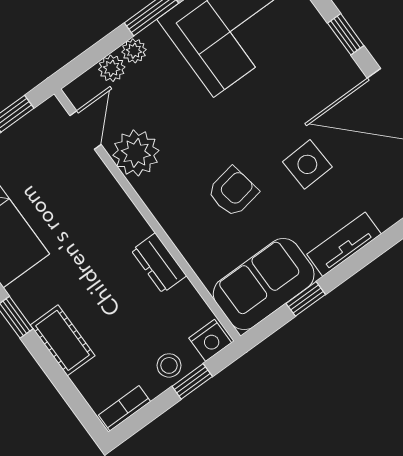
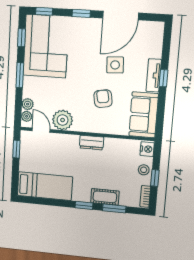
plant: (134, 51) -> (27, 116), moved
dresser: (159, 263) -> (92, 143), moved
window: (306, 299) -> (164, 78), moved
window: (56, 374) -> (114, 208), added
window: (192, 381) -> (155, 178), moved

